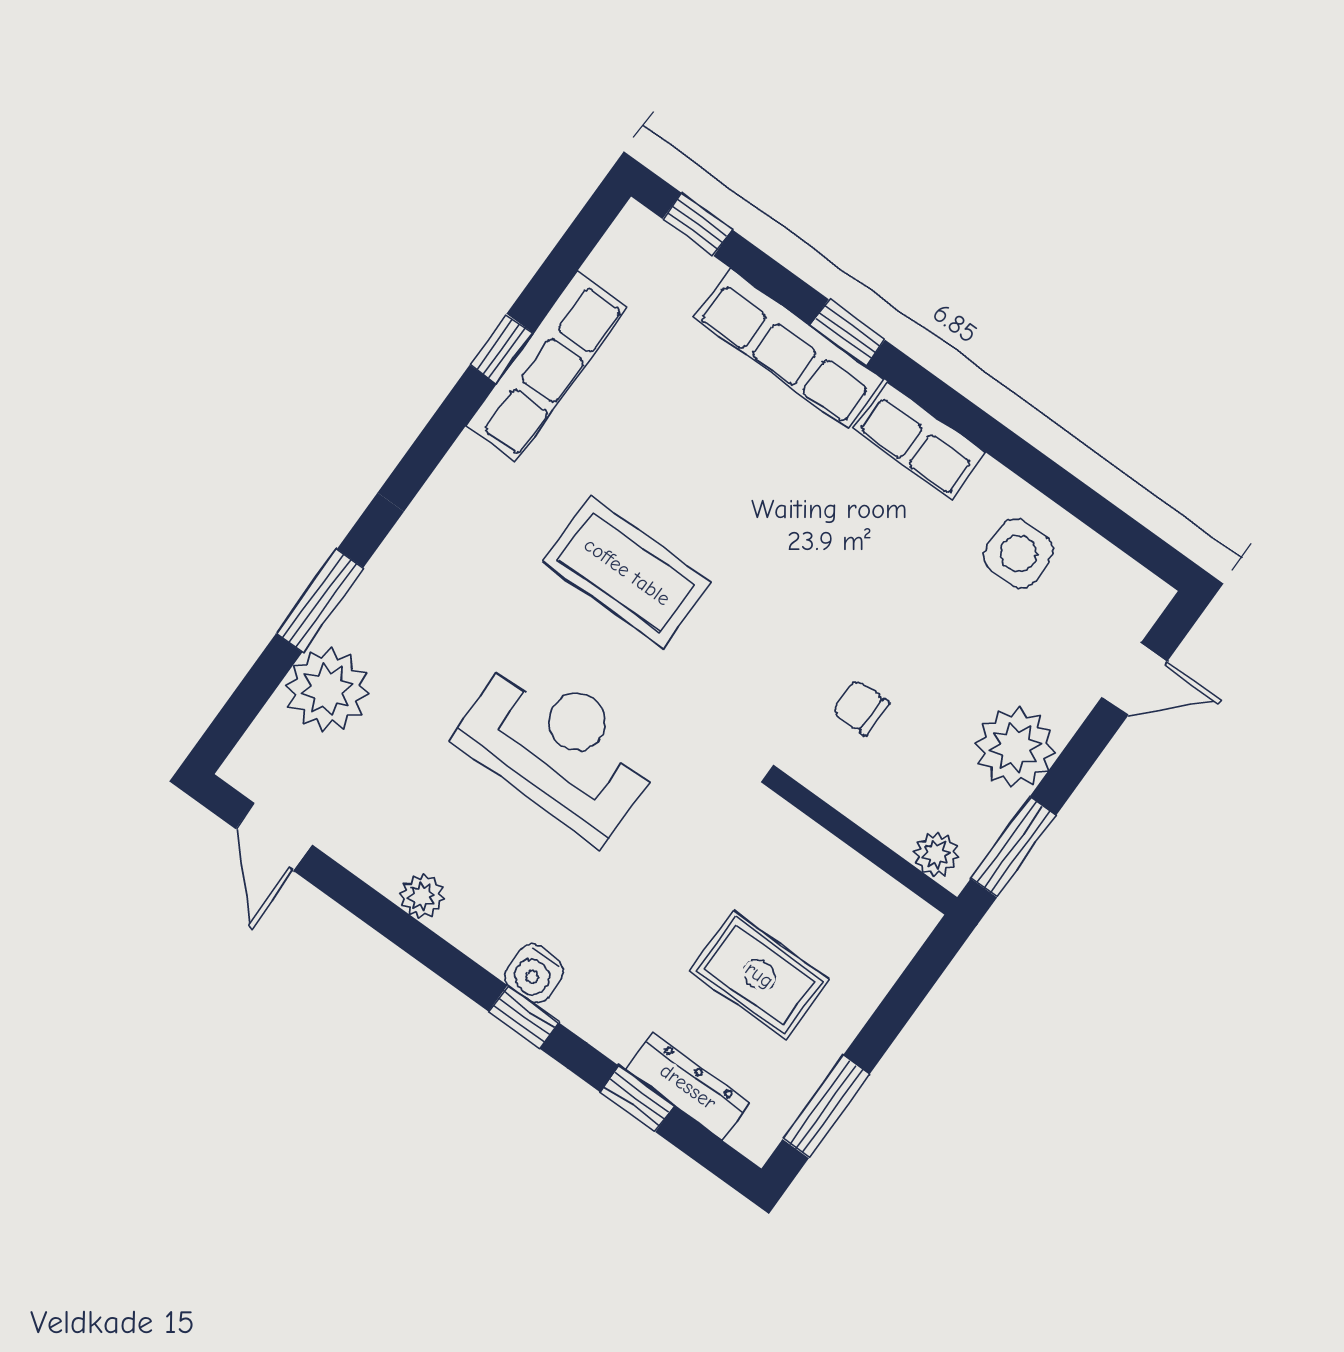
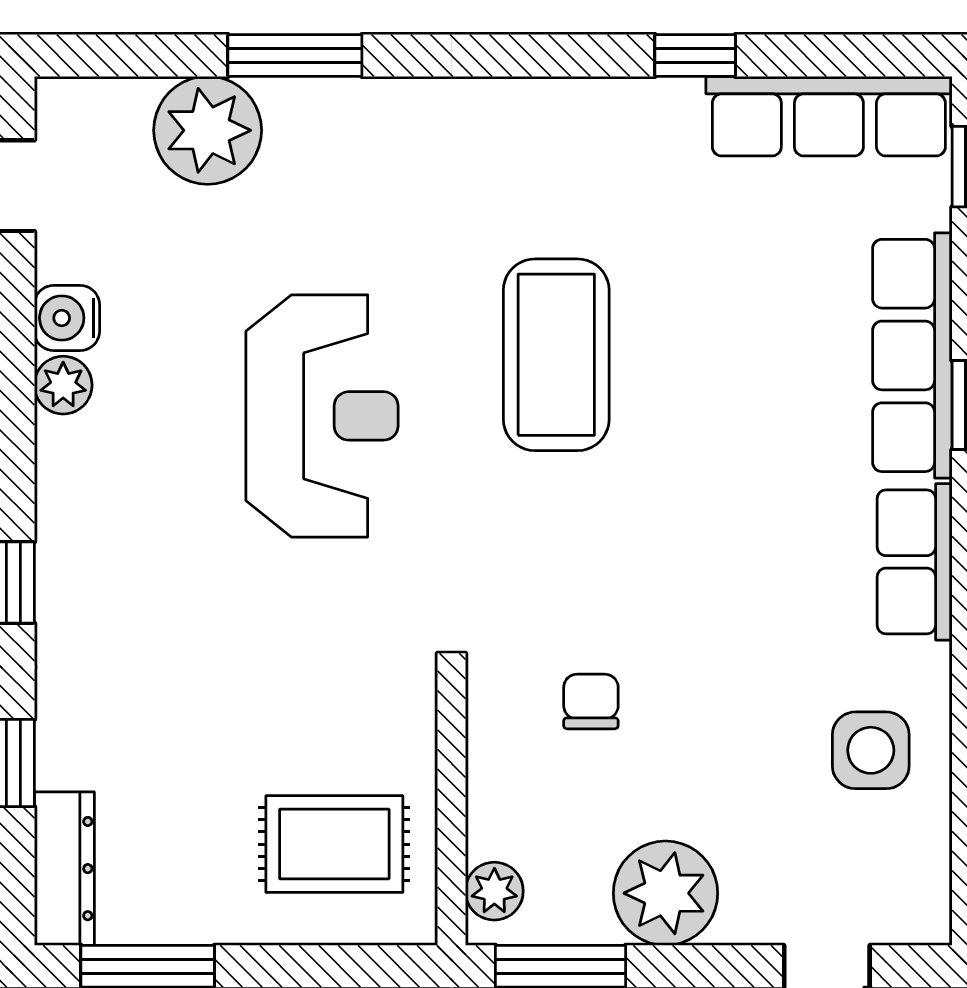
row of seats: (547, 366) -> (829, 116), moved
water cooler: (534, 973) -> (67, 318), moved
rug: (759, 975) -> (334, 844), moved, turned 90
dresser: (688, 1087) -> (64, 869), moved

